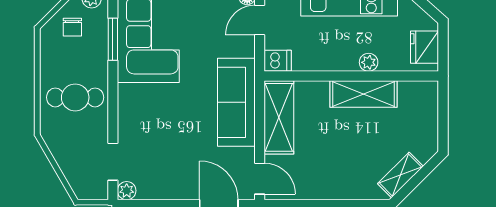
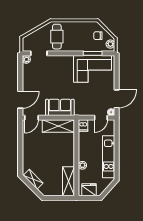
door: (260, 20) -> (101, 118), swing flipped
shelving: (364, 94) -> (69, 181), moved
cafe table: (75, 97) -> (57, 37), moved
sofa: (236, 102) -> (60, 107), width x0.73

